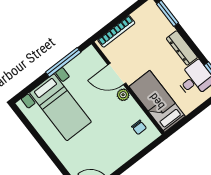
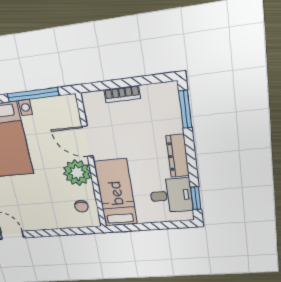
bookcase: (116, 31) -> (122, 94), width x0.64
plant: (123, 95) -> (77, 173), width x1.87, depth x1.87

